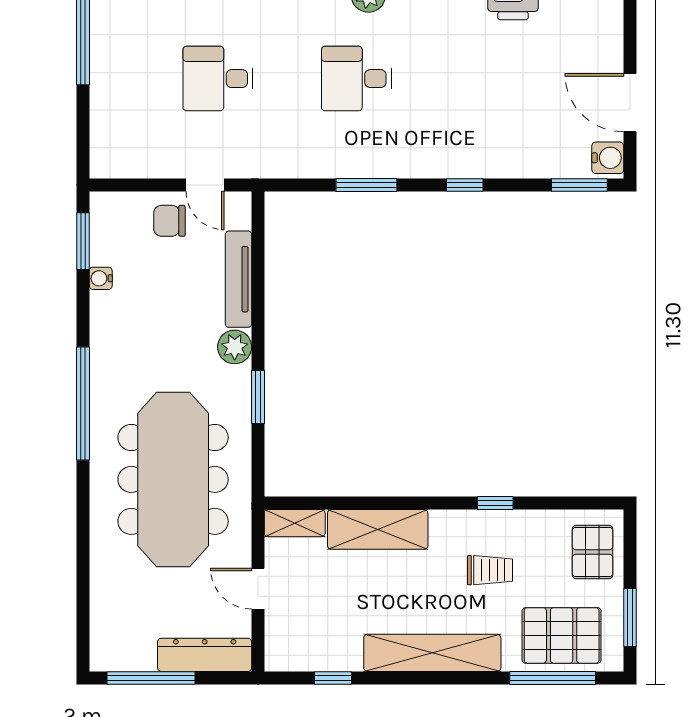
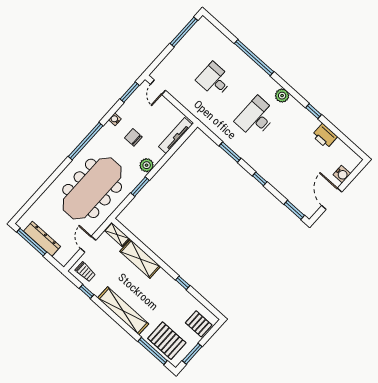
desk: (356, 79) -> (256, 117), width x1.37
water cooler: (608, 158) -> (342, 174), moved
door: (205, 185) -> (158, 87), moved
chair: (169, 221) -> (133, 137), moved
water cooler: (101, 278) -> (115, 119), moved
tv unit: (238, 279) -> (175, 136), moved
pallet: (593, 552) -> (199, 324), turned 90
trolley: (490, 570) -> (85, 272), moved
dresser: (205, 655) -> (42, 239), moved

